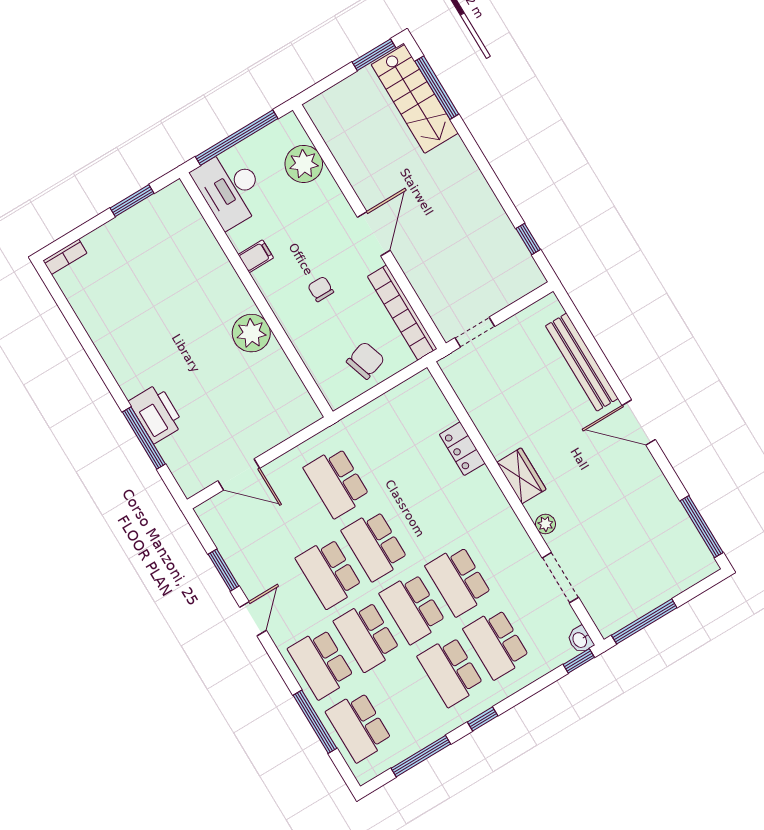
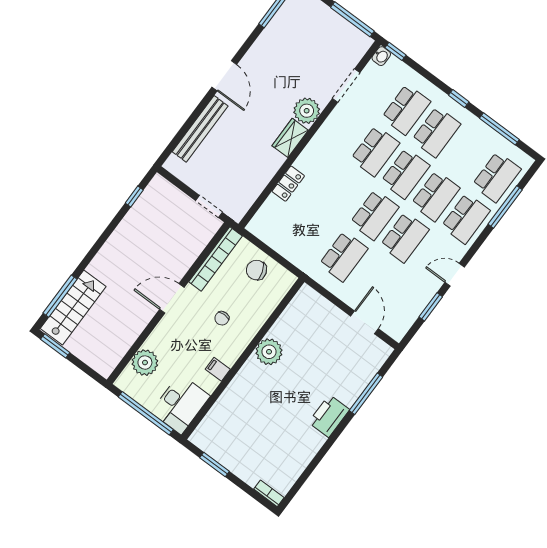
printer: (156, 413) -> (329, 416), moved
plant: (545, 524) -> (307, 111), width x1.88, depth x1.88

